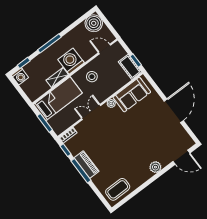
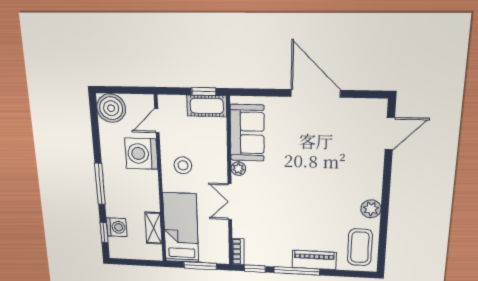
washing machine: (71, 61) -> (141, 154), moved
washing machine: (20, 76) -> (117, 227), moved
shelving: (57, 78) -> (153, 228), moved
piano: (86, 165) -> (314, 260), moved
plant: (155, 167) -> (371, 209), moved

